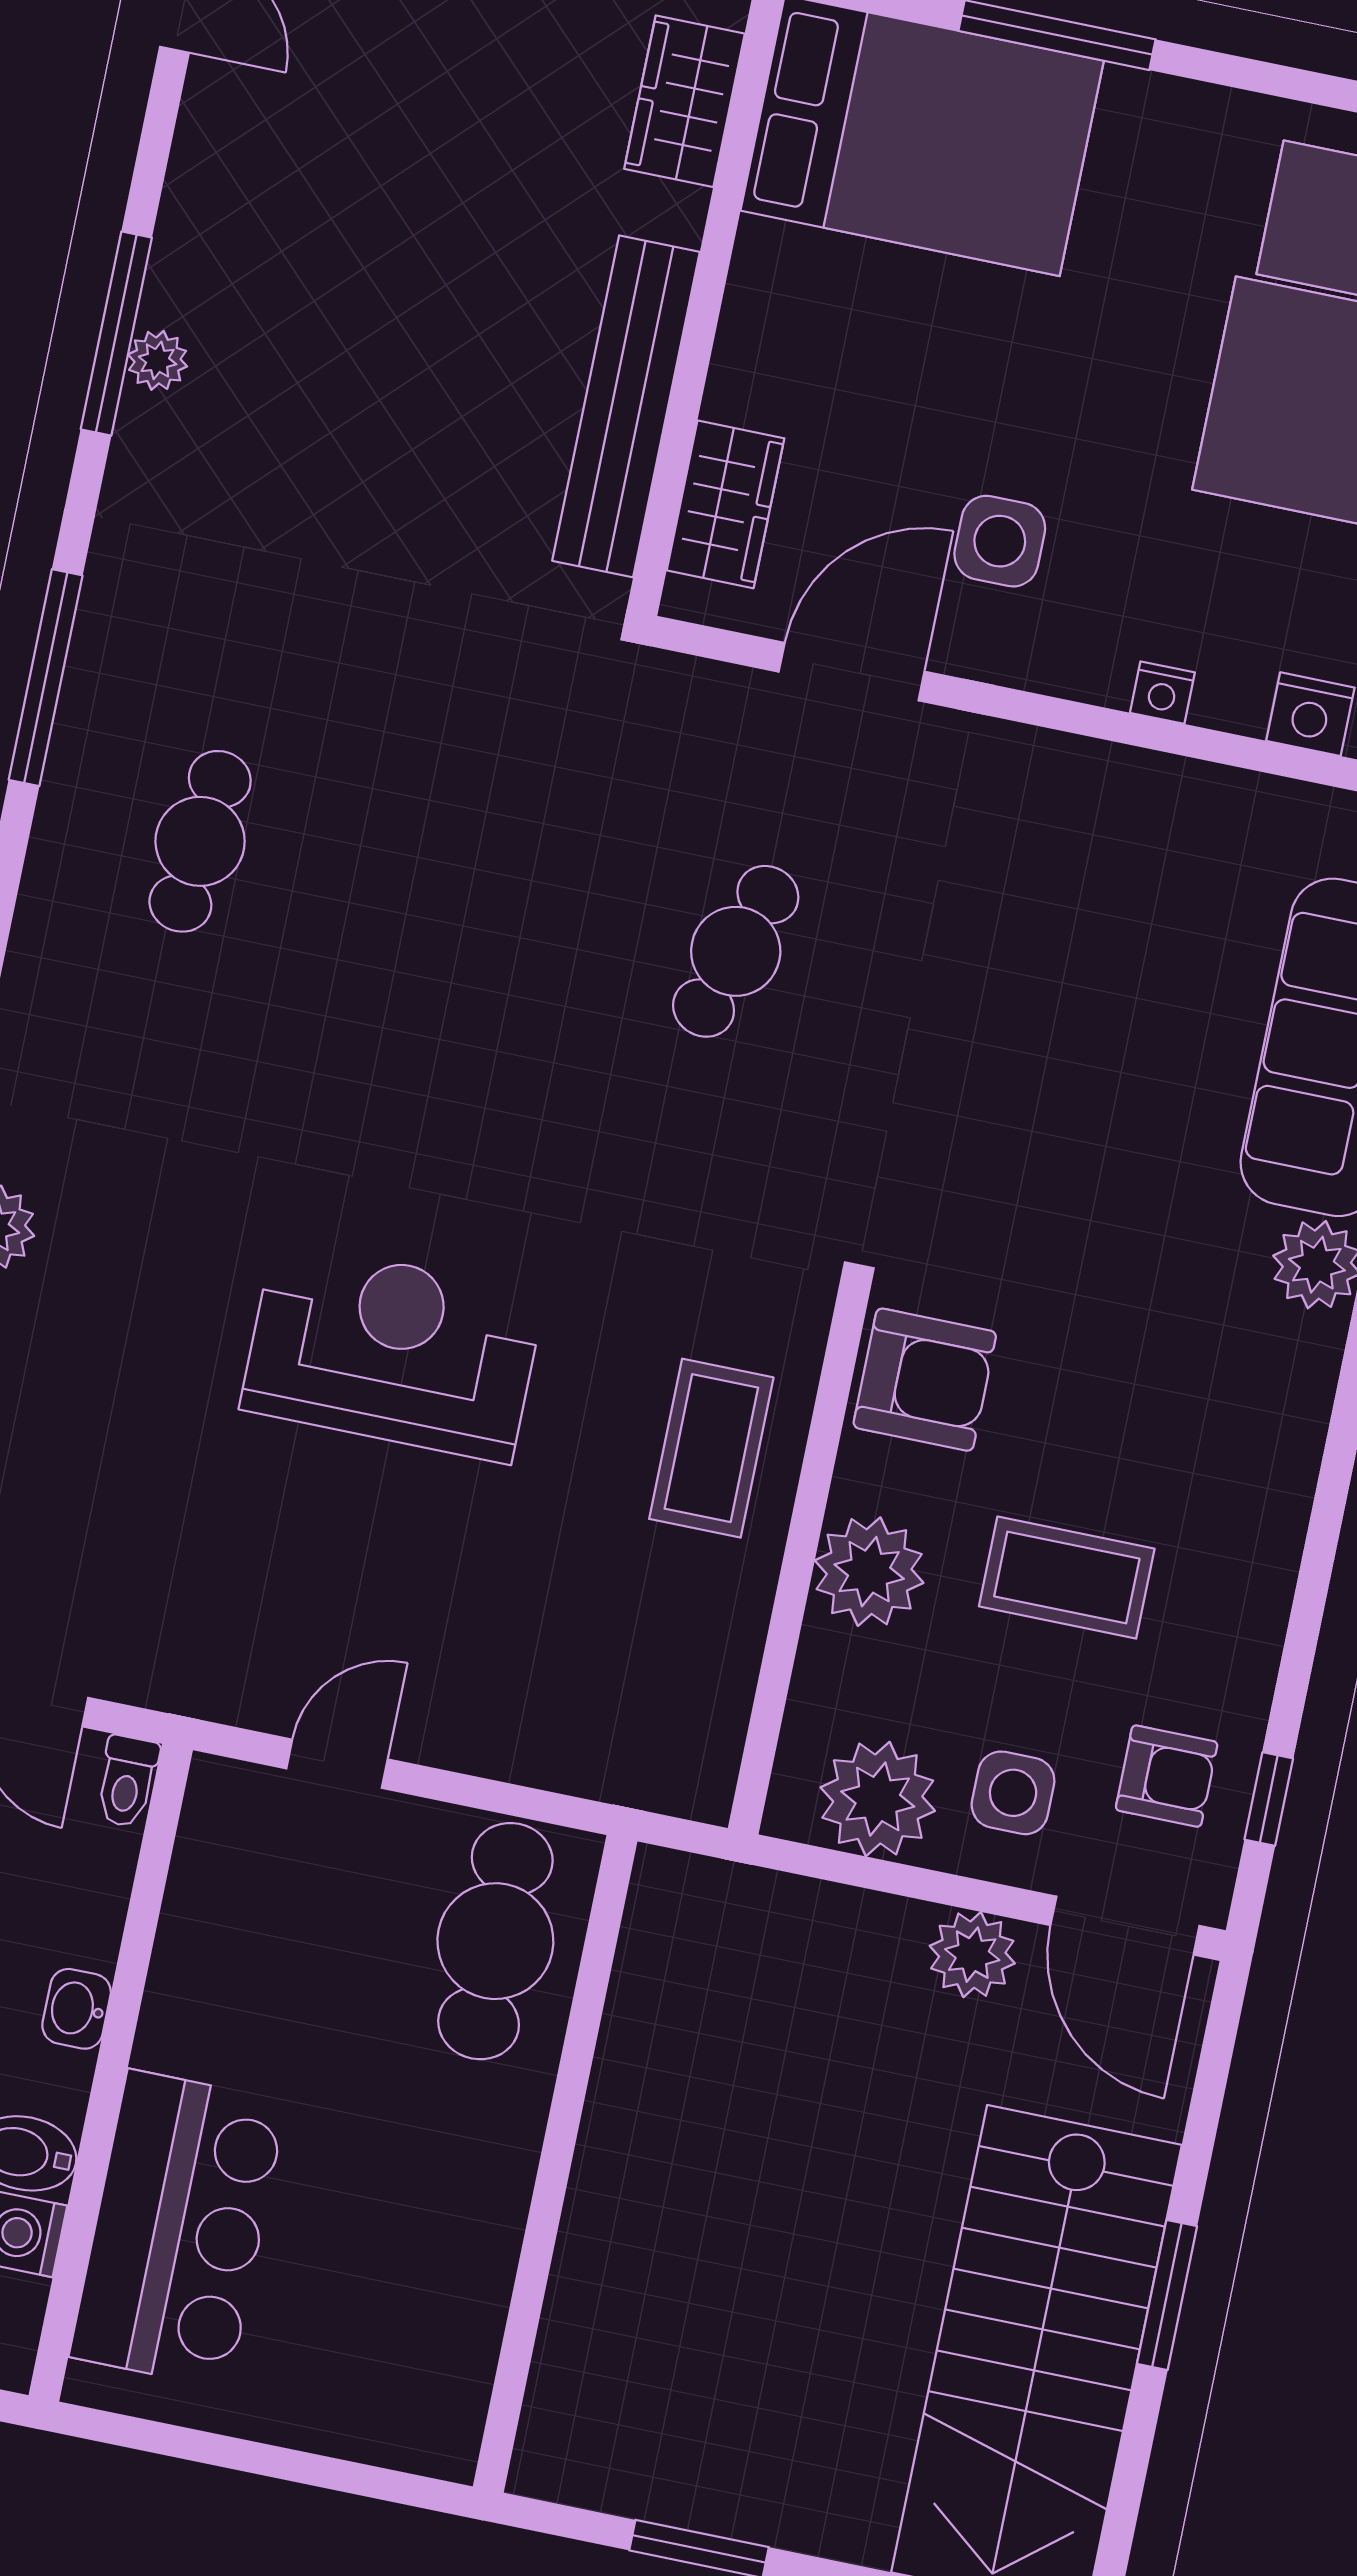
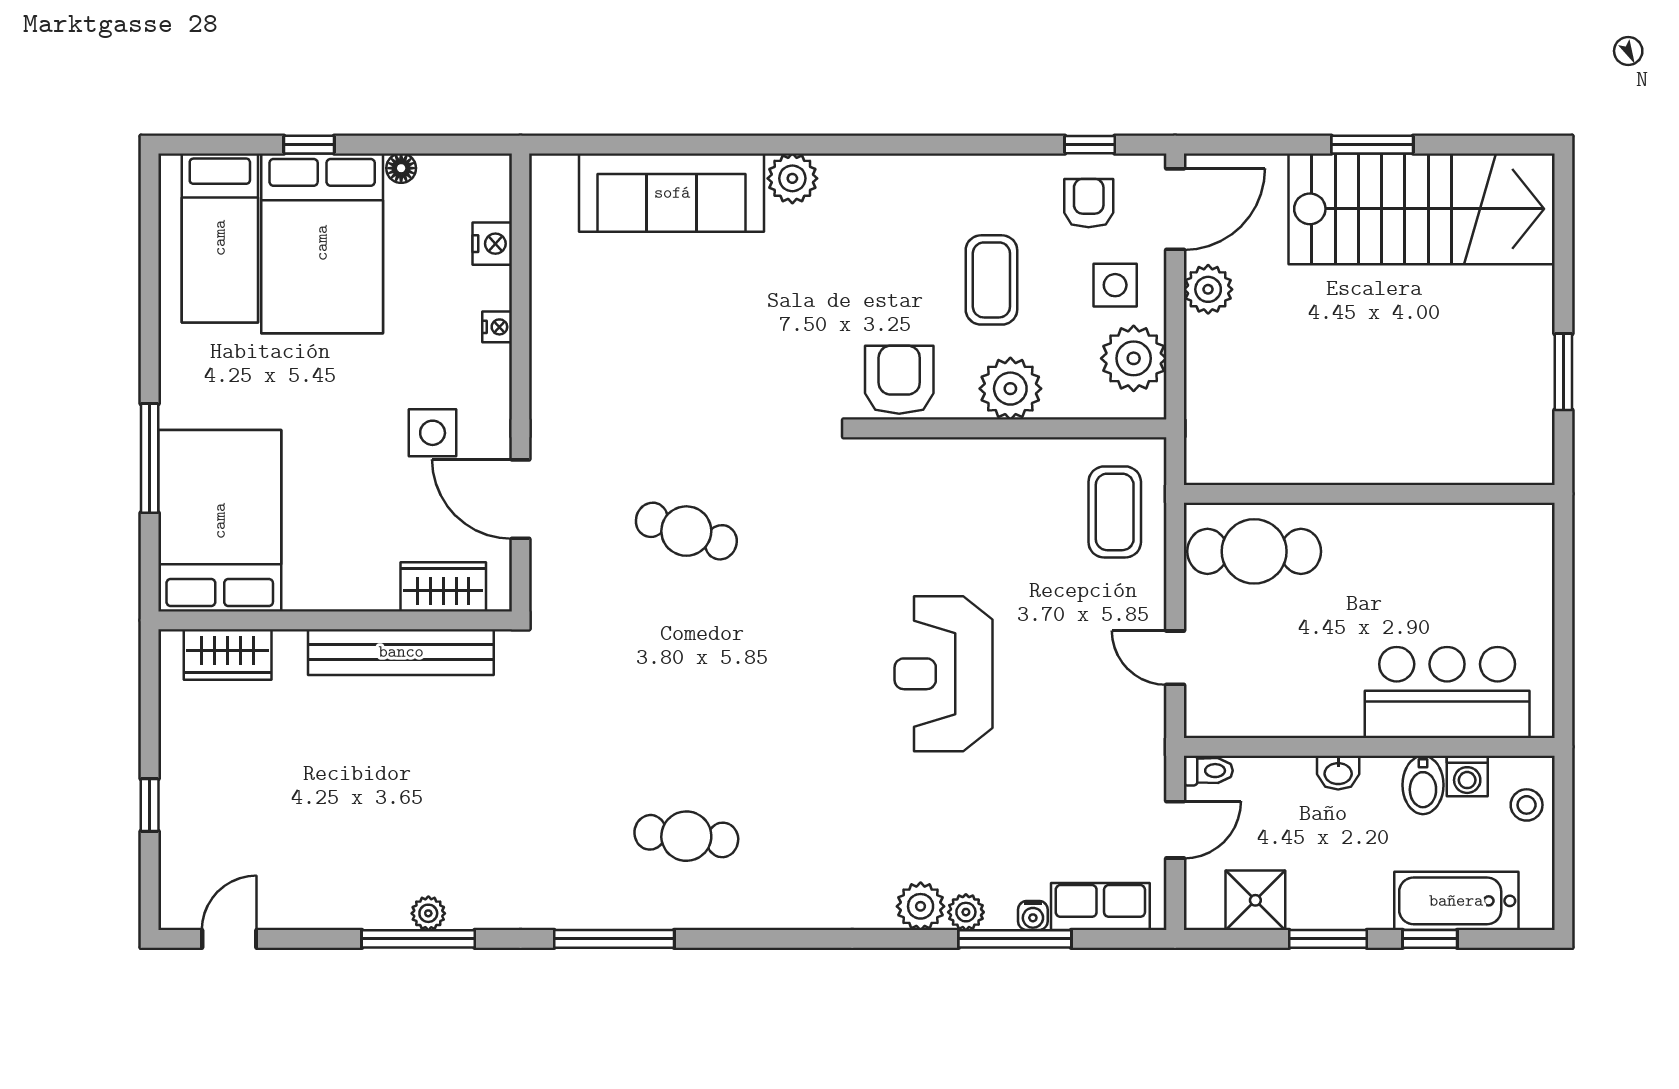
coffee table: (711, 1448) -> (1115, 512), moved, turned 90

